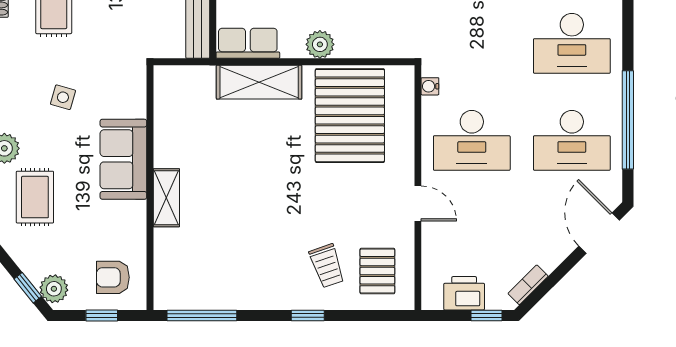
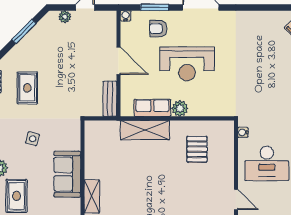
row of seats: (248, 43) -> (152, 108), moved
pallet: (350, 116) -> (197, 149), width x0.49, depth x0.50

